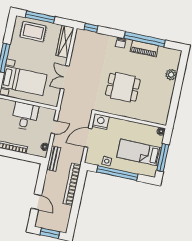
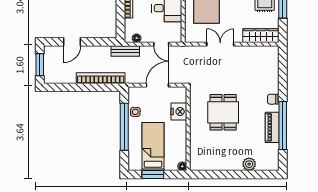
window: (91, 28) -> (283, 62), removed
nightstand: (101, 121) -> (179, 111), moved
door: (88, 138) -> (157, 85), hinge flipped
window: (163, 158) -> (153, 175), width x0.69

